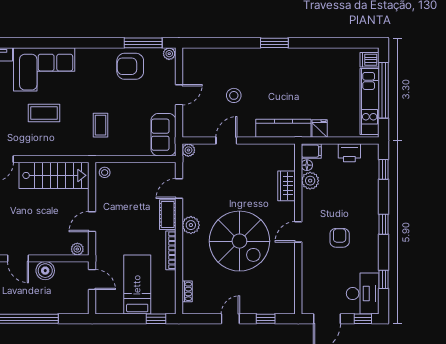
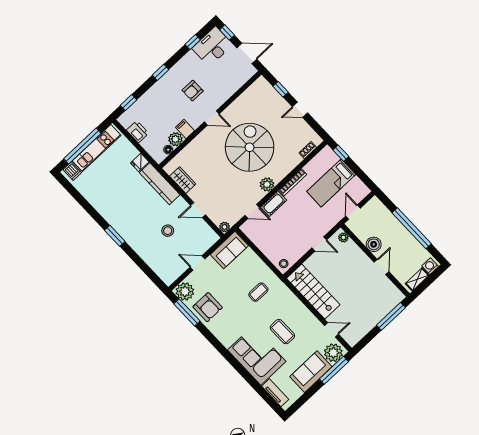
plant: (169, 54) -> (185, 291), width x1.88, depth x1.88
filing cabinet: (311, 151) -> (185, 129), moved
wardrobe: (287, 186) -> (183, 180), moved, turned -90

